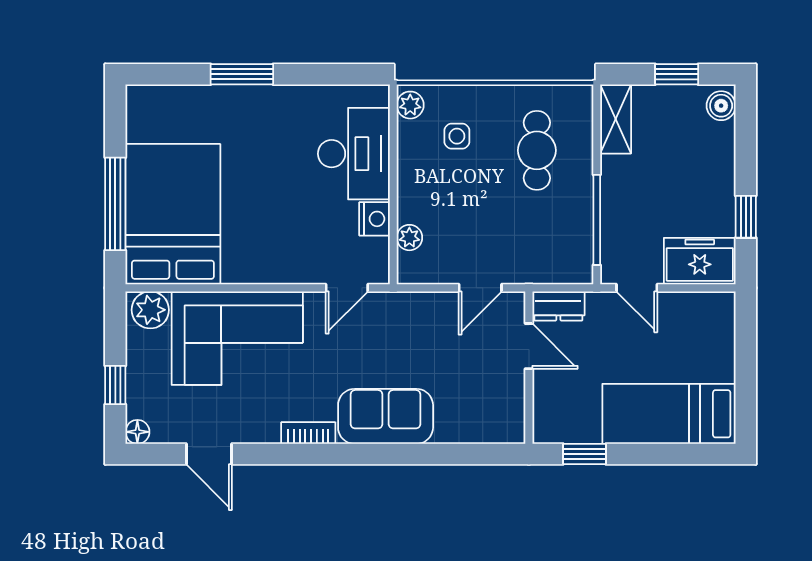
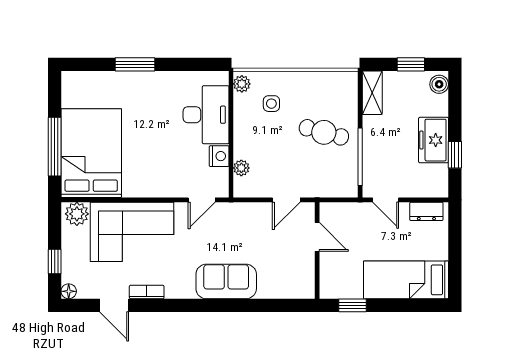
cafe table: (537, 150) -> (324, 132), moved, turned -75
freezer: (700, 261) -> (434, 140), moved, turned -90
dresser: (558, 306) -> (426, 211), moved
bookcase: (308, 433) -> (147, 292), moved

